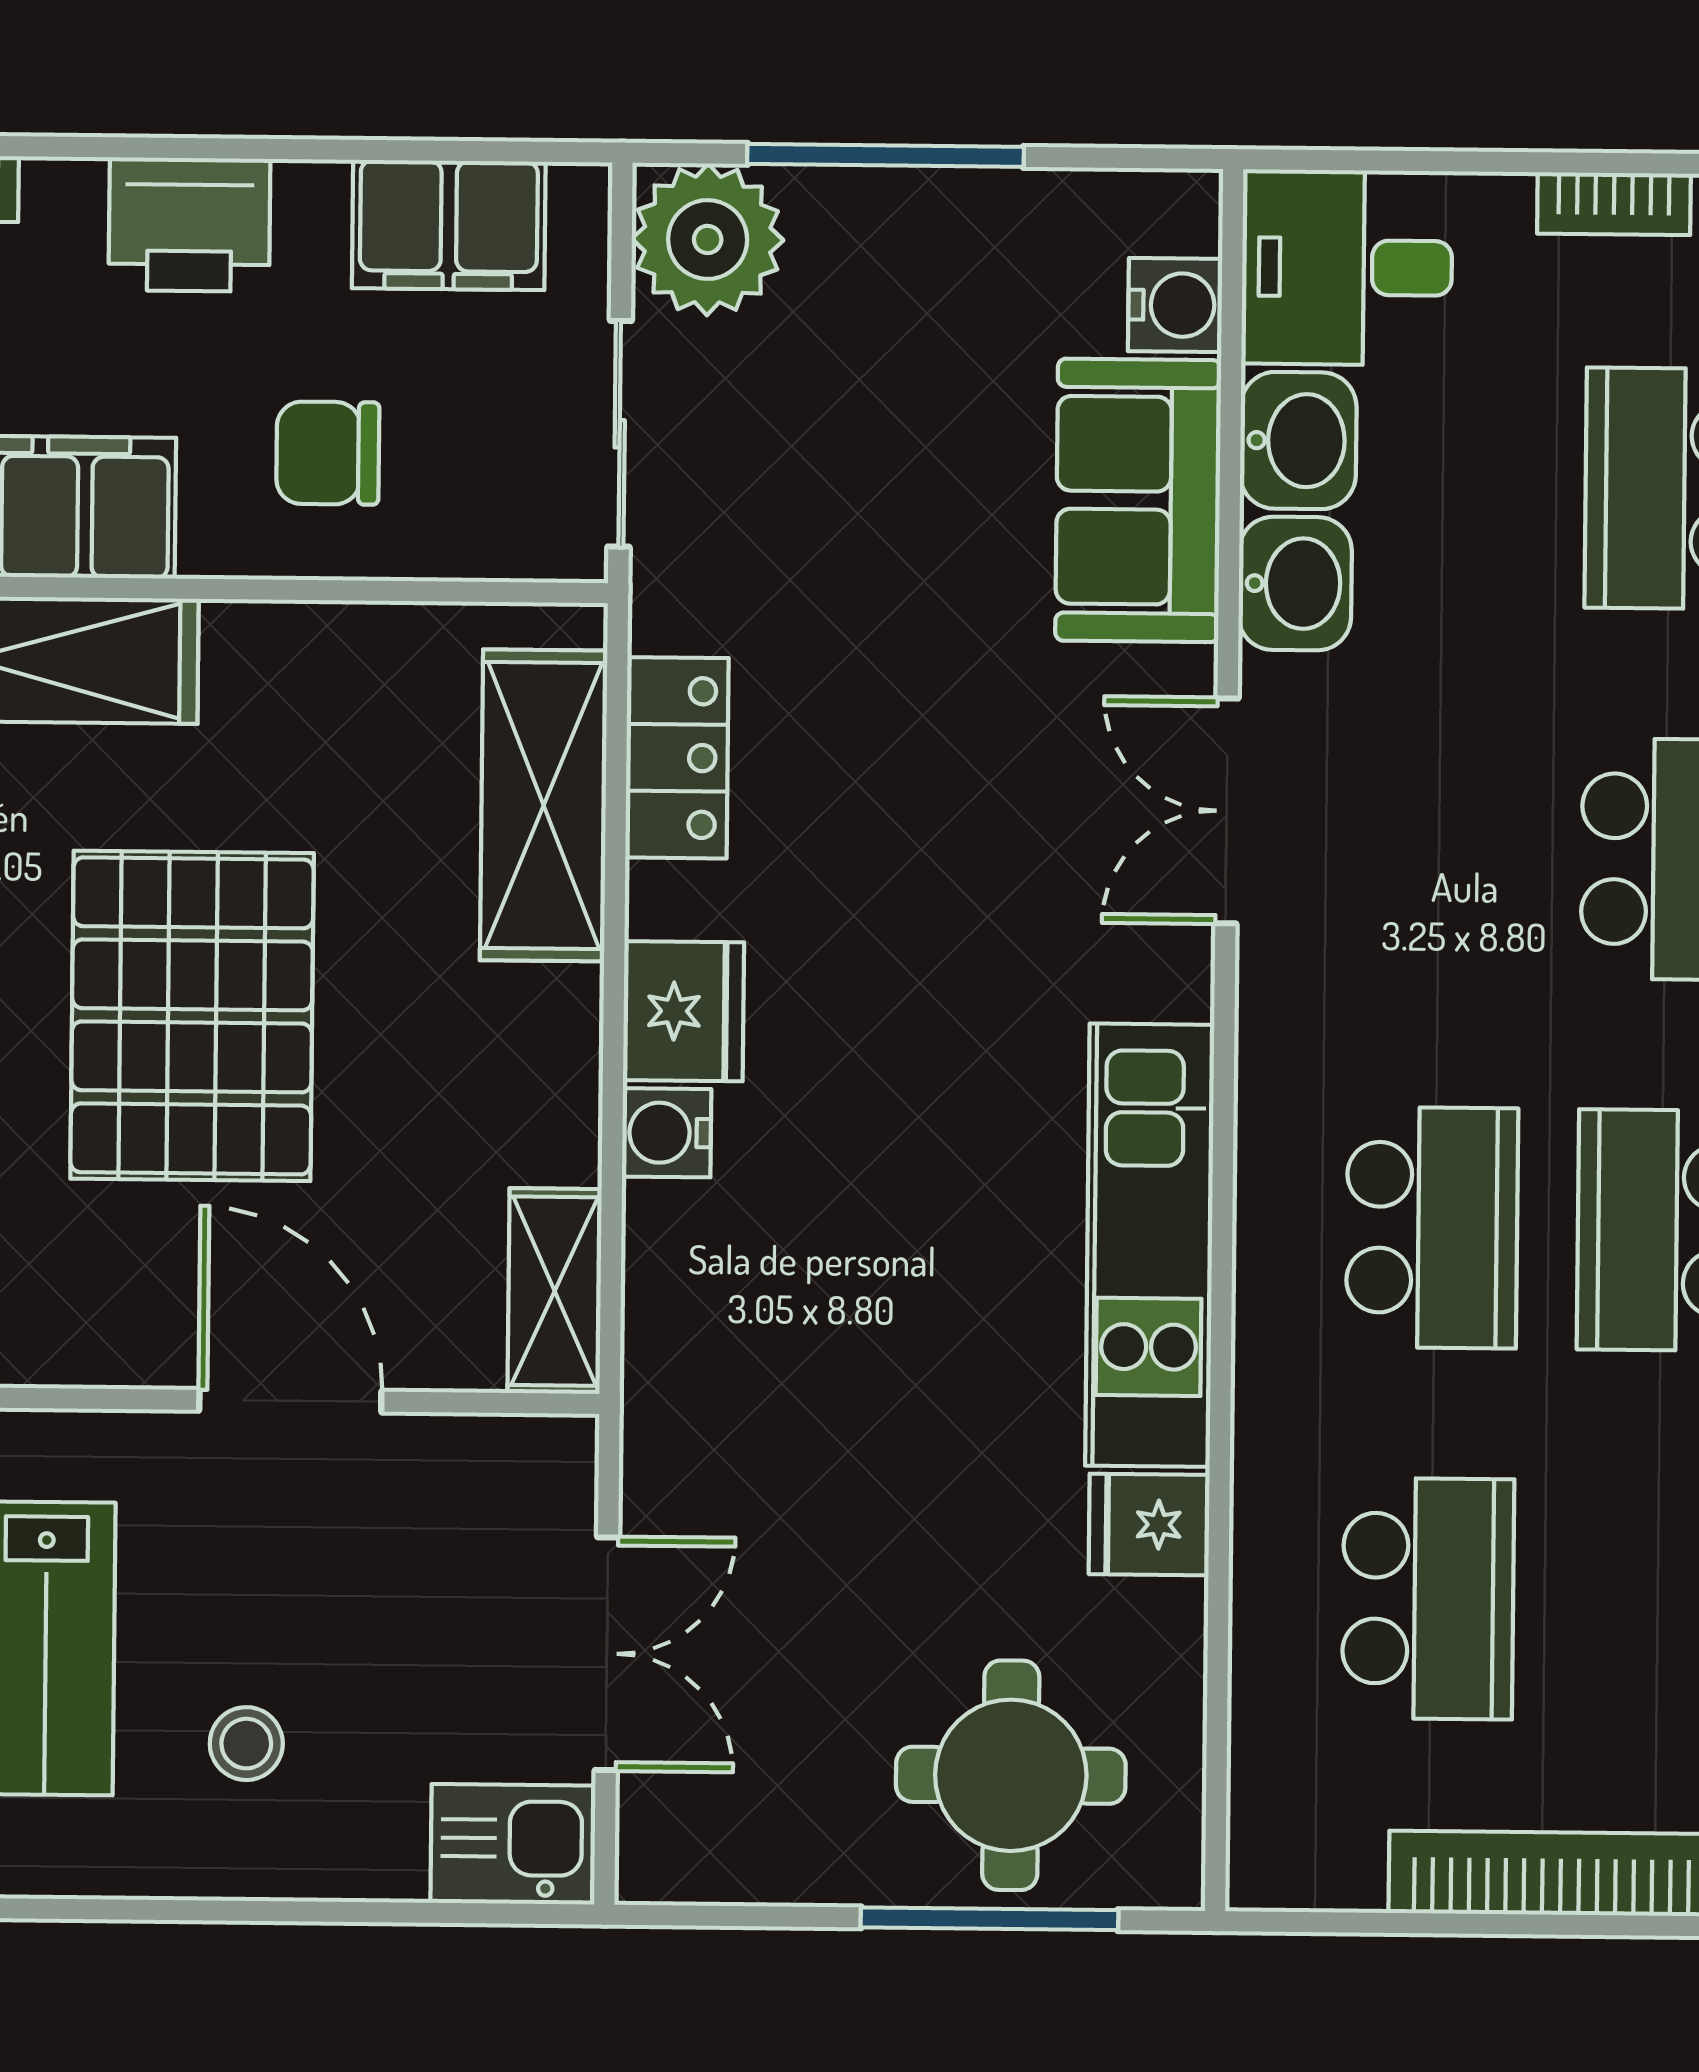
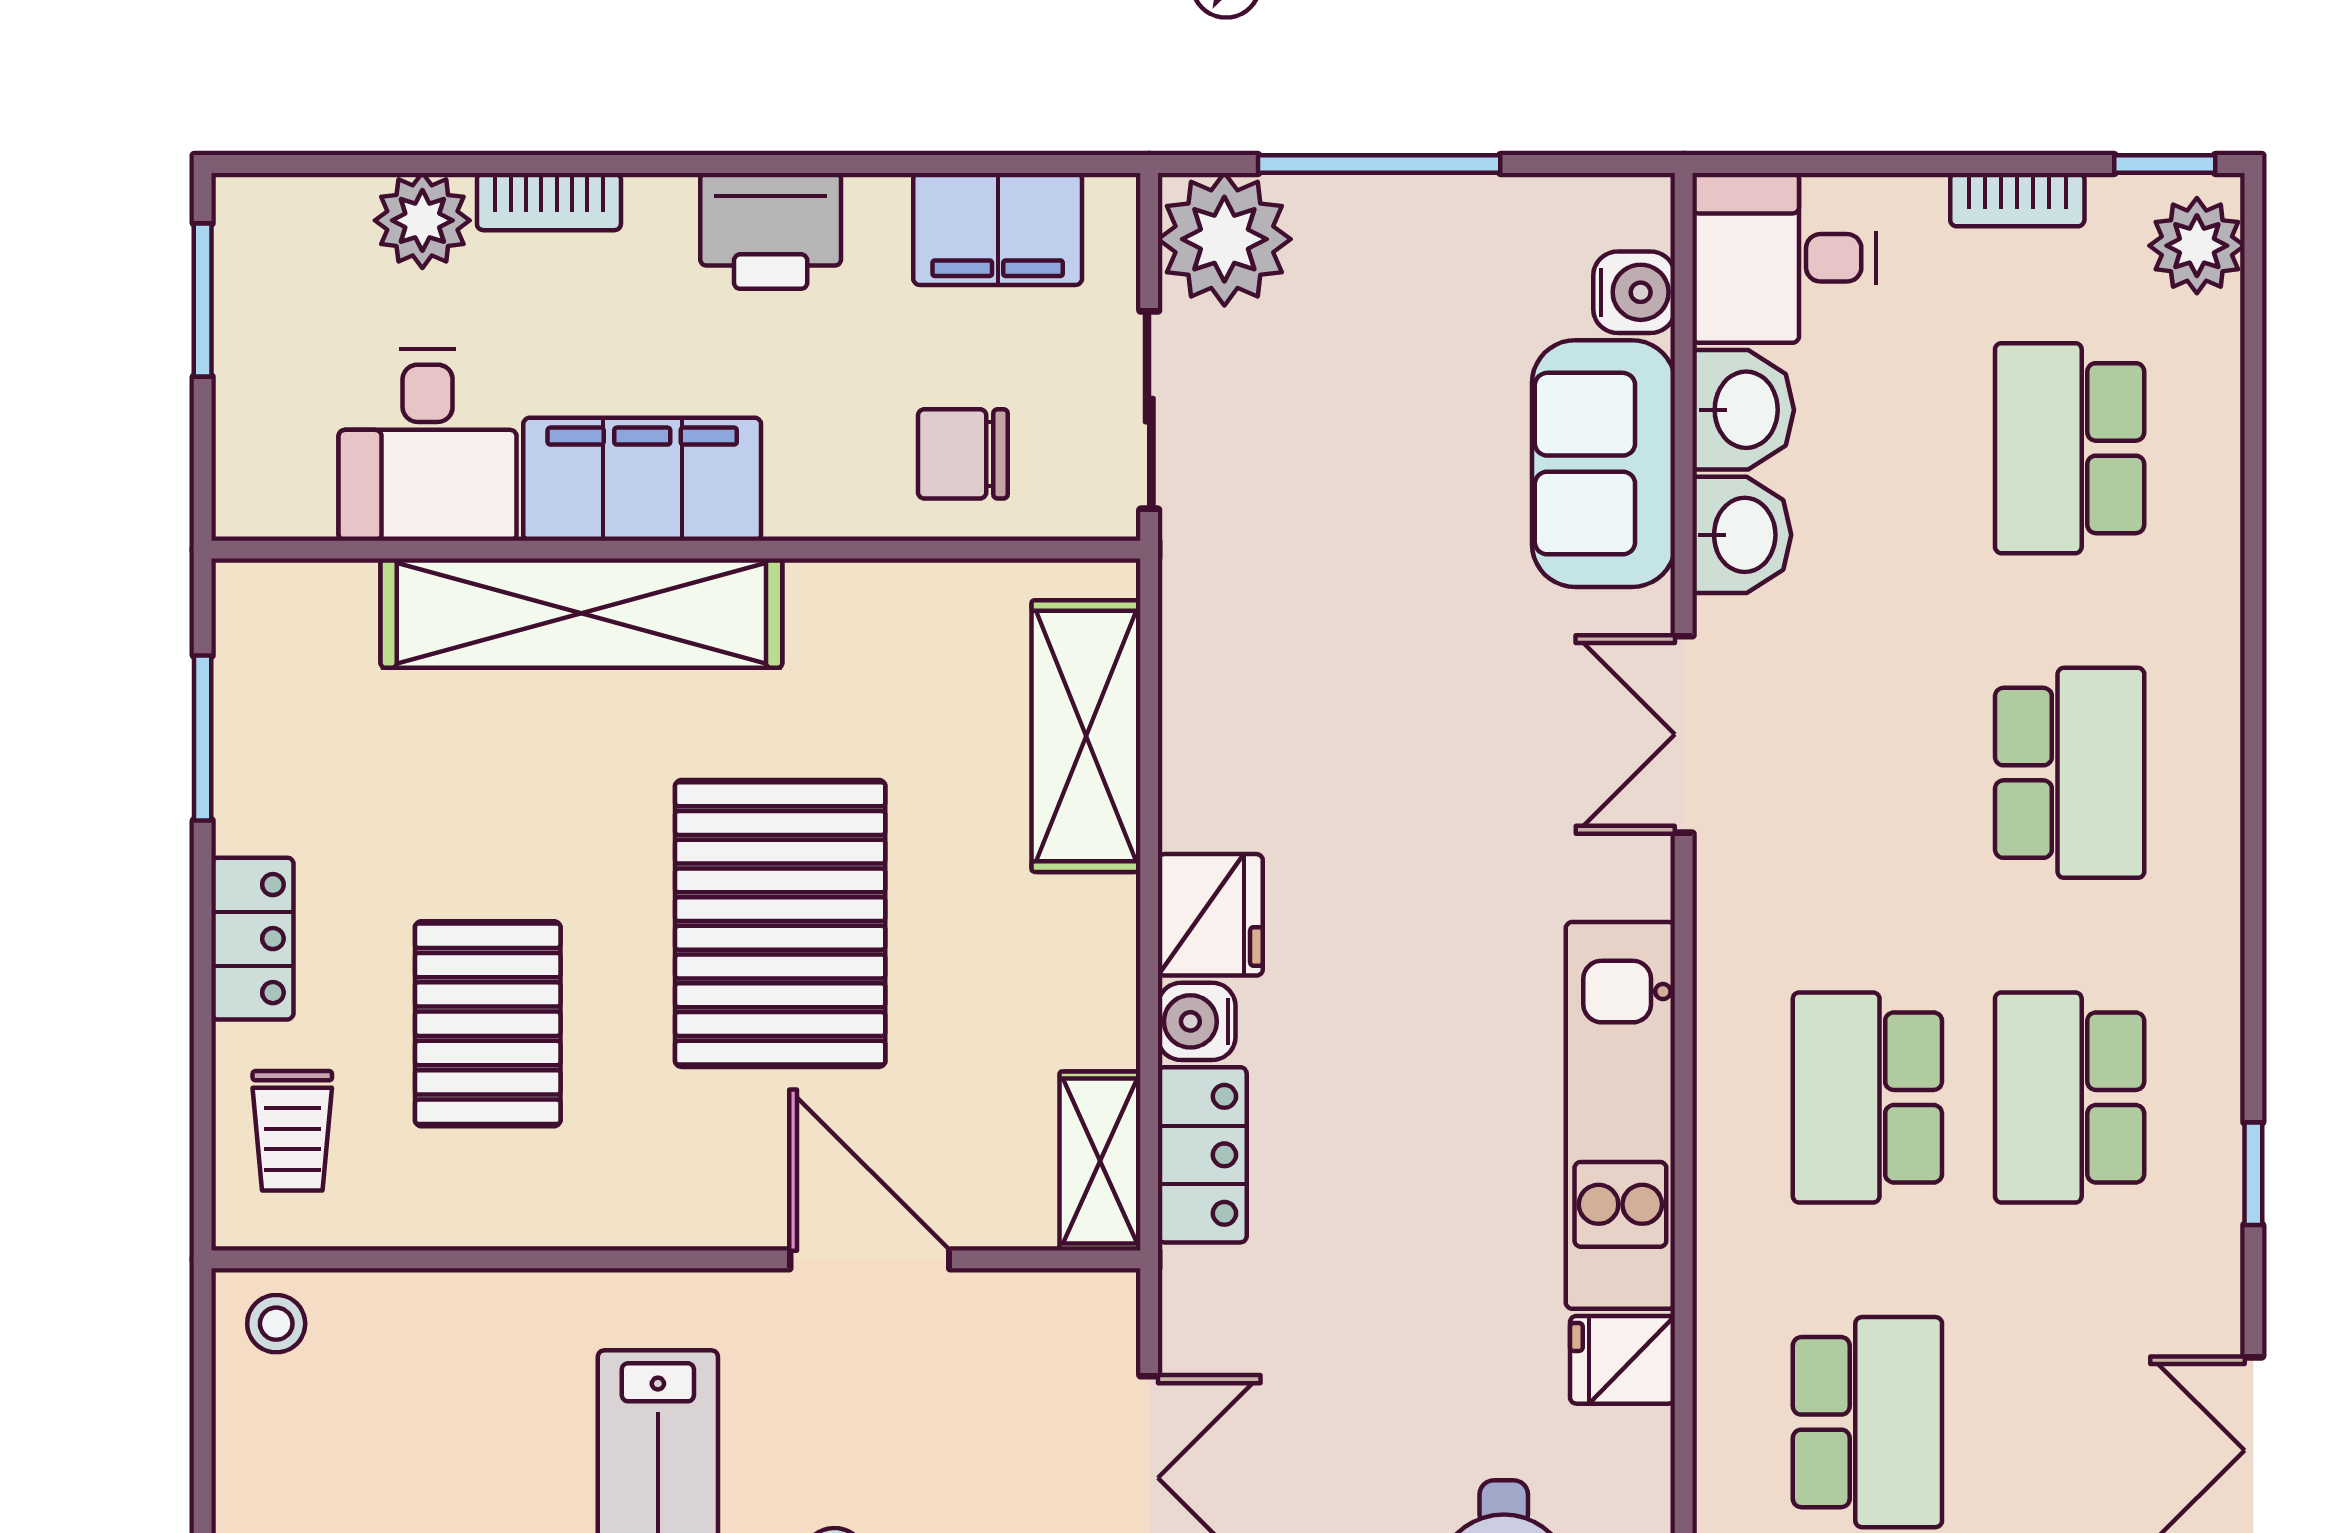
chair: (328, 453) -> (963, 454), moved
locker: (677, 758) -> (1202, 1155), moved
school desk: (1432, 1228) -> (1867, 1097), turned 180

